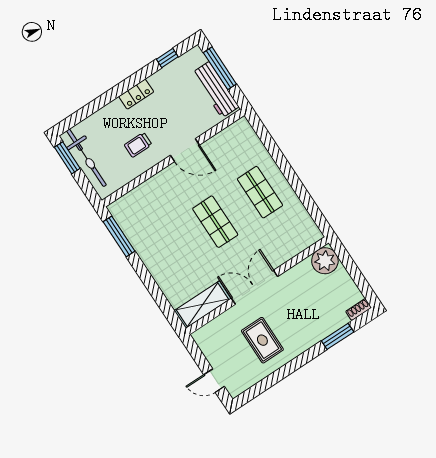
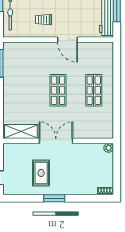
plant: (325, 261) -> (109, 148), width x0.53, depth x0.53
window: (338, 336) -> (54, 198), moved

